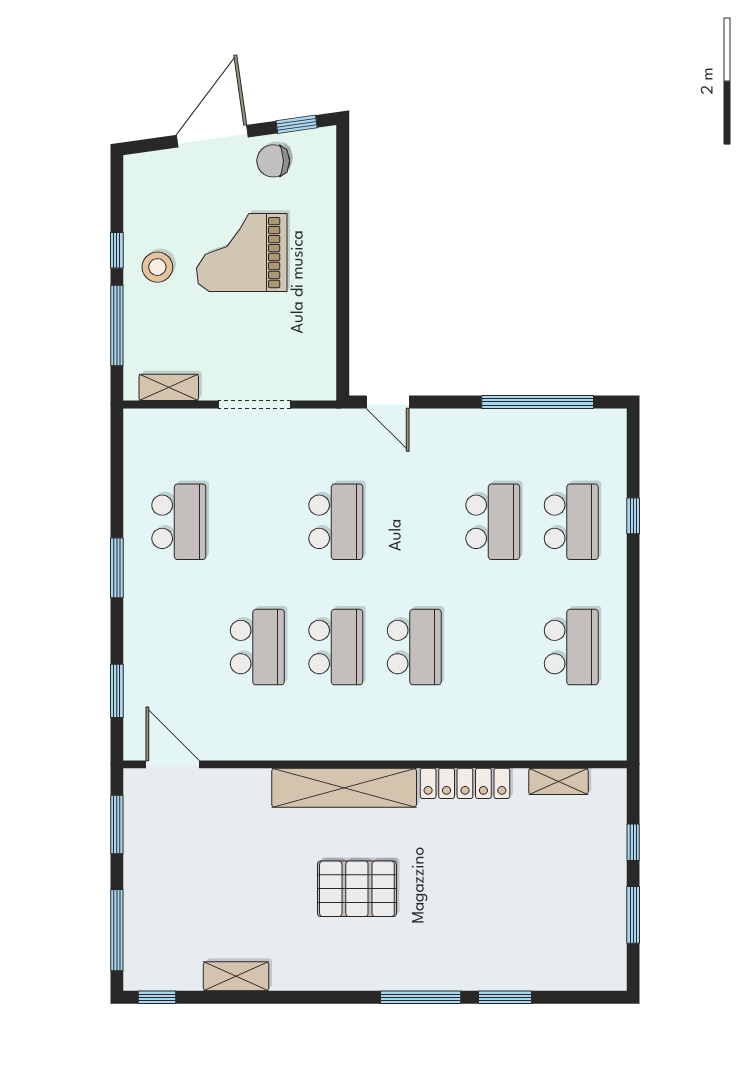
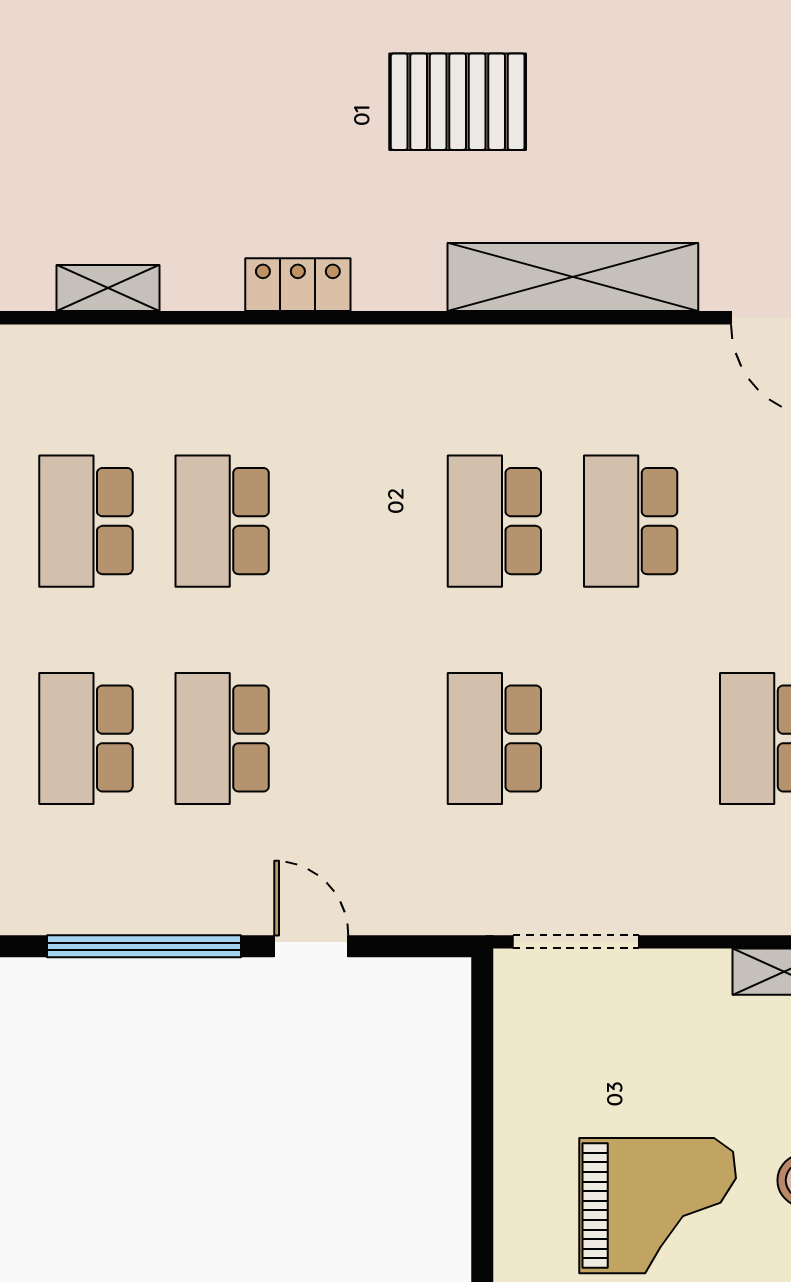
door: (388, 402) -> (311, 946), moved
doorway: (255, 405) -> (576, 942), moved
school desk: (414, 647) -> (222, 521), moved
locker: (465, 783) -> (298, 285), width x0.66
shelving: (344, 788) -> (573, 277), moved

